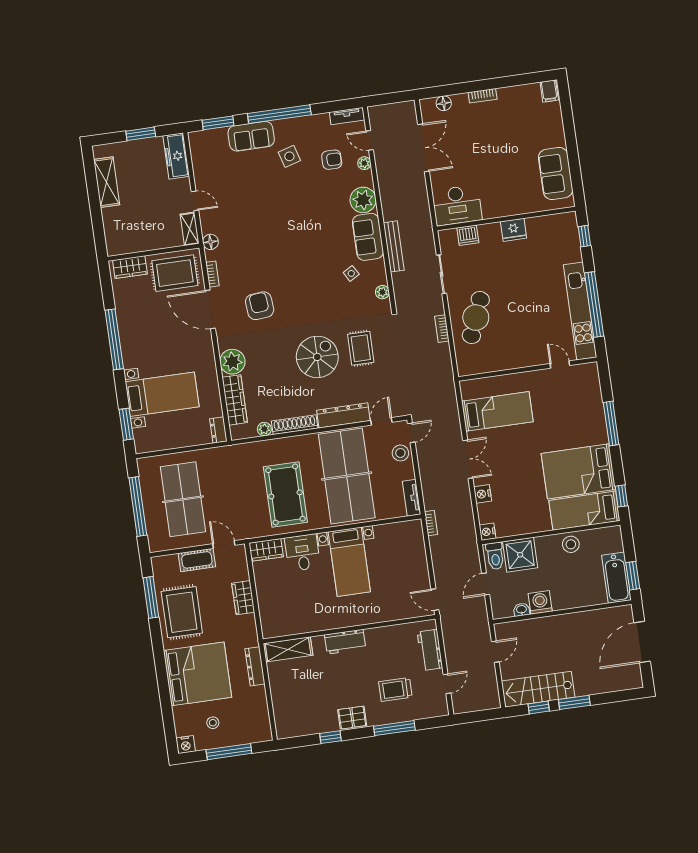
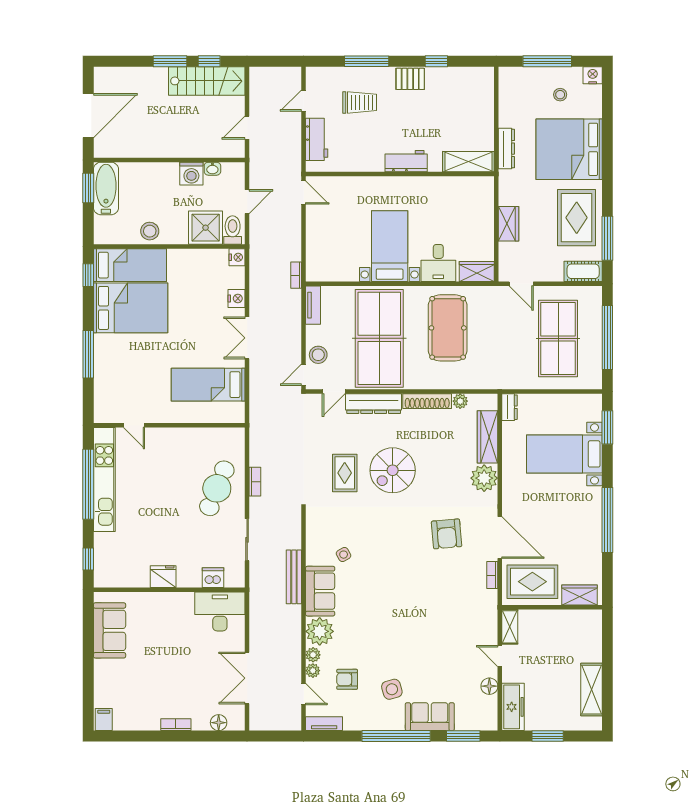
floor lamp: (211, 242) -> (489, 686), moved
plant: (382, 292) -> (313, 655), moved
cot: (197, 560) -> (583, 271), moved

